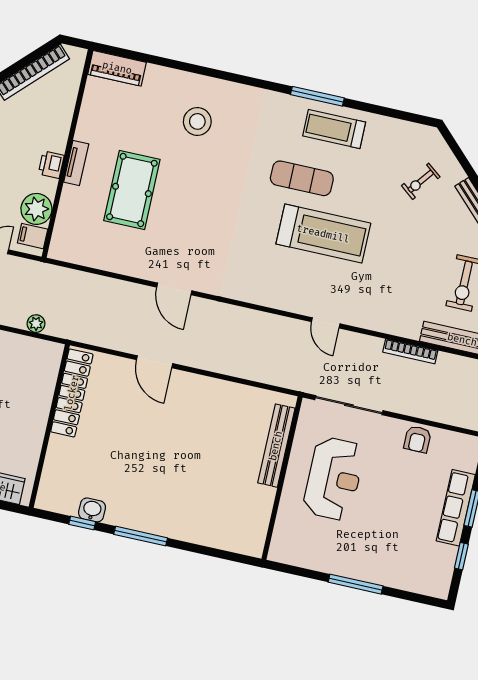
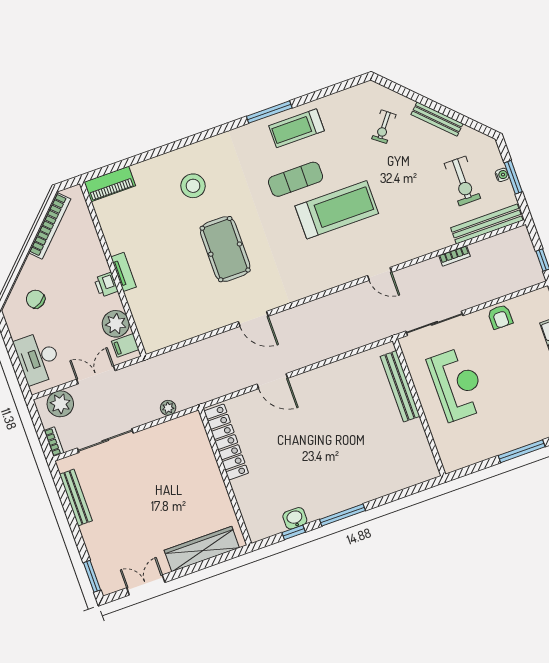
pool table: (132, 190) -> (225, 249), moved
bookcase: (410, 351) -> (455, 256), width x0.64

